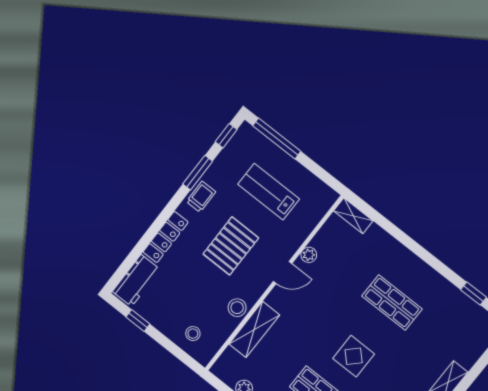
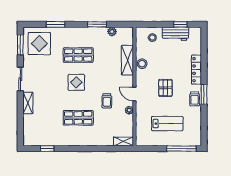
window: (226, 136) -> (204, 133), removed
window: (198, 173) -> (204, 94), moved
pallet: (231, 246) -> (165, 88), width x0.67, depth x0.71
door: (283, 272) -> (134, 94), hinge flipped
workbench: (136, 281) -> (176, 34), moved, turned -90
trolley: (330, 294) -> (107, 101), added

